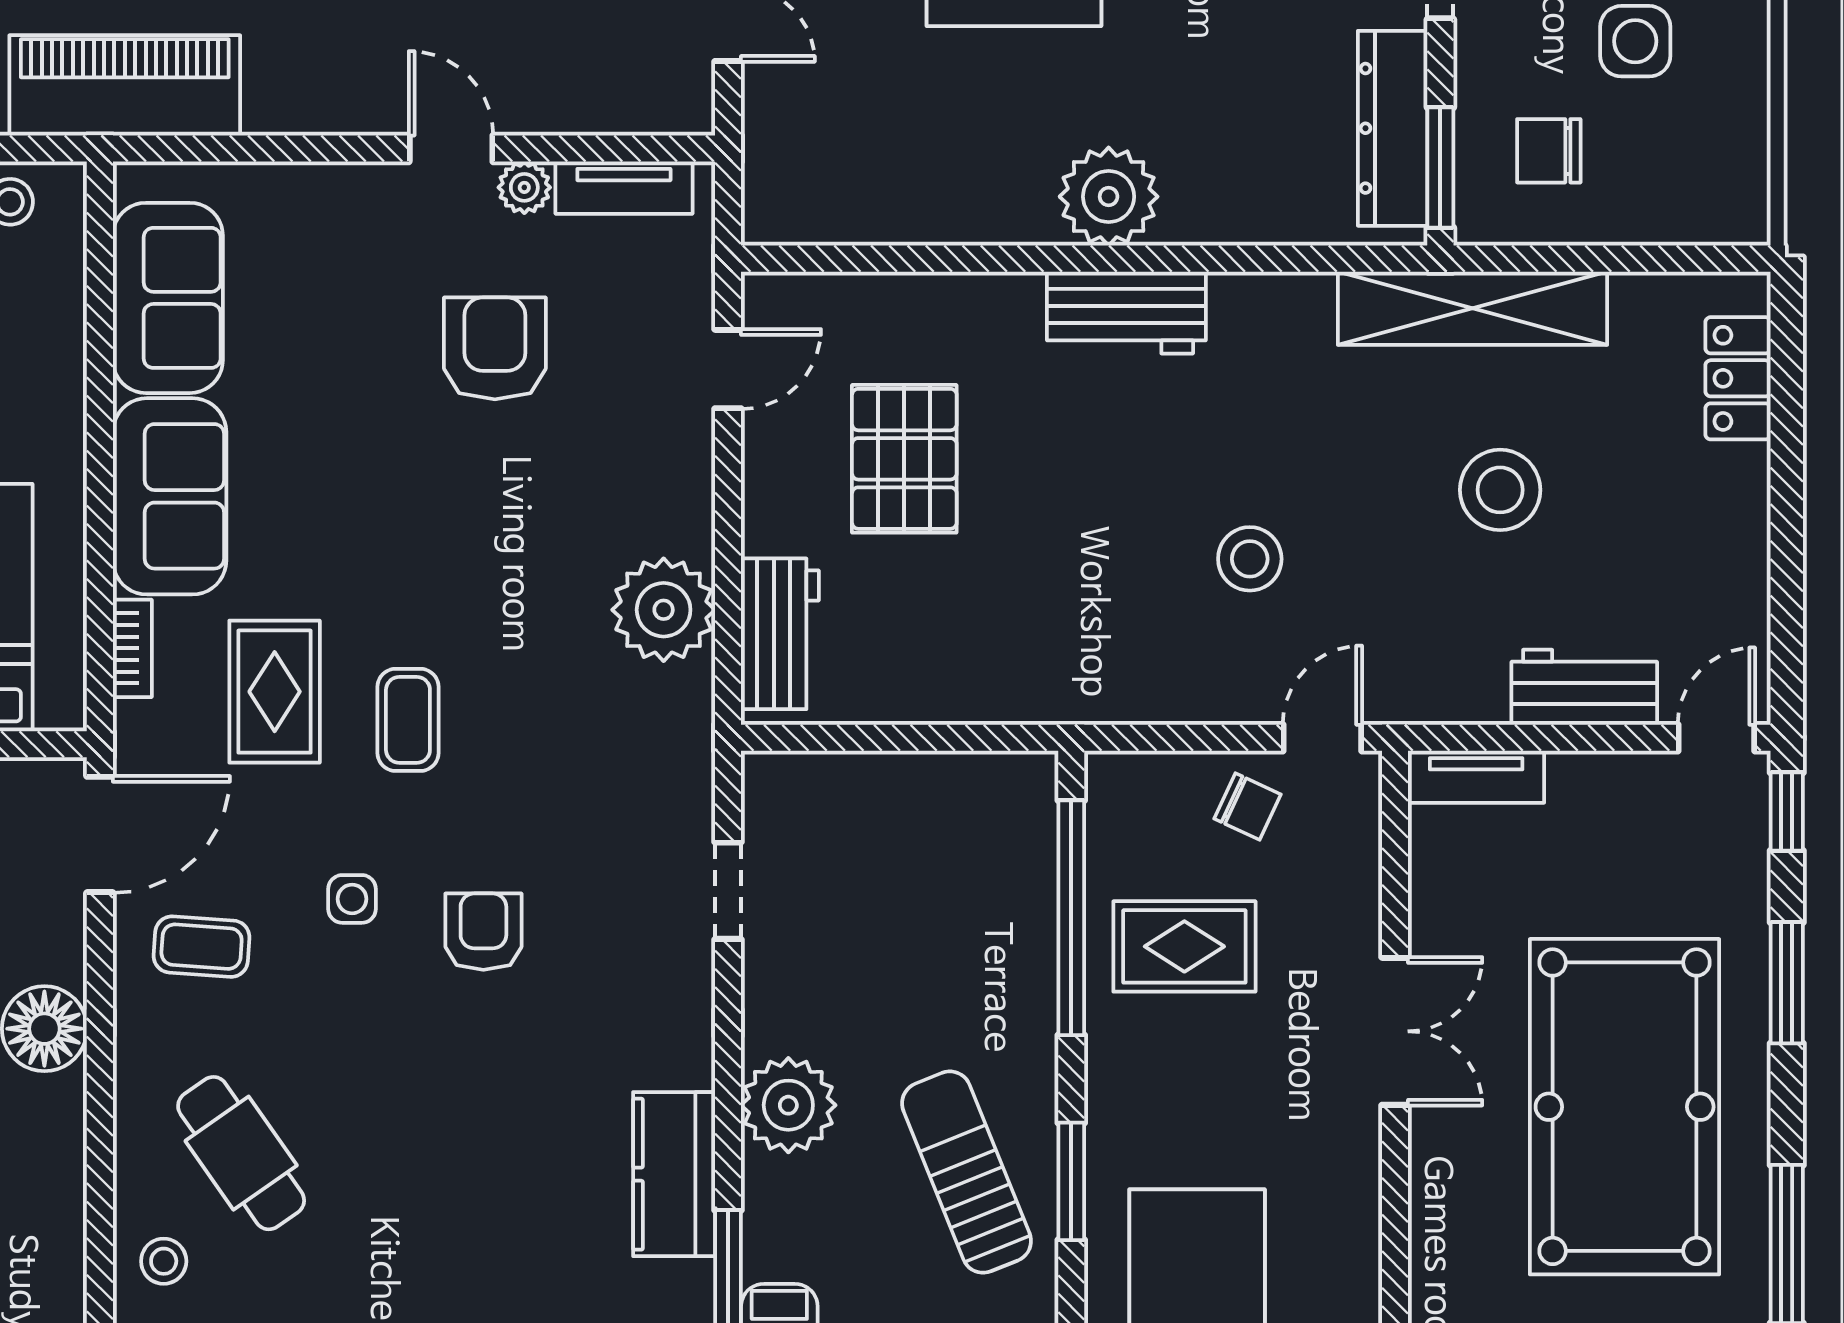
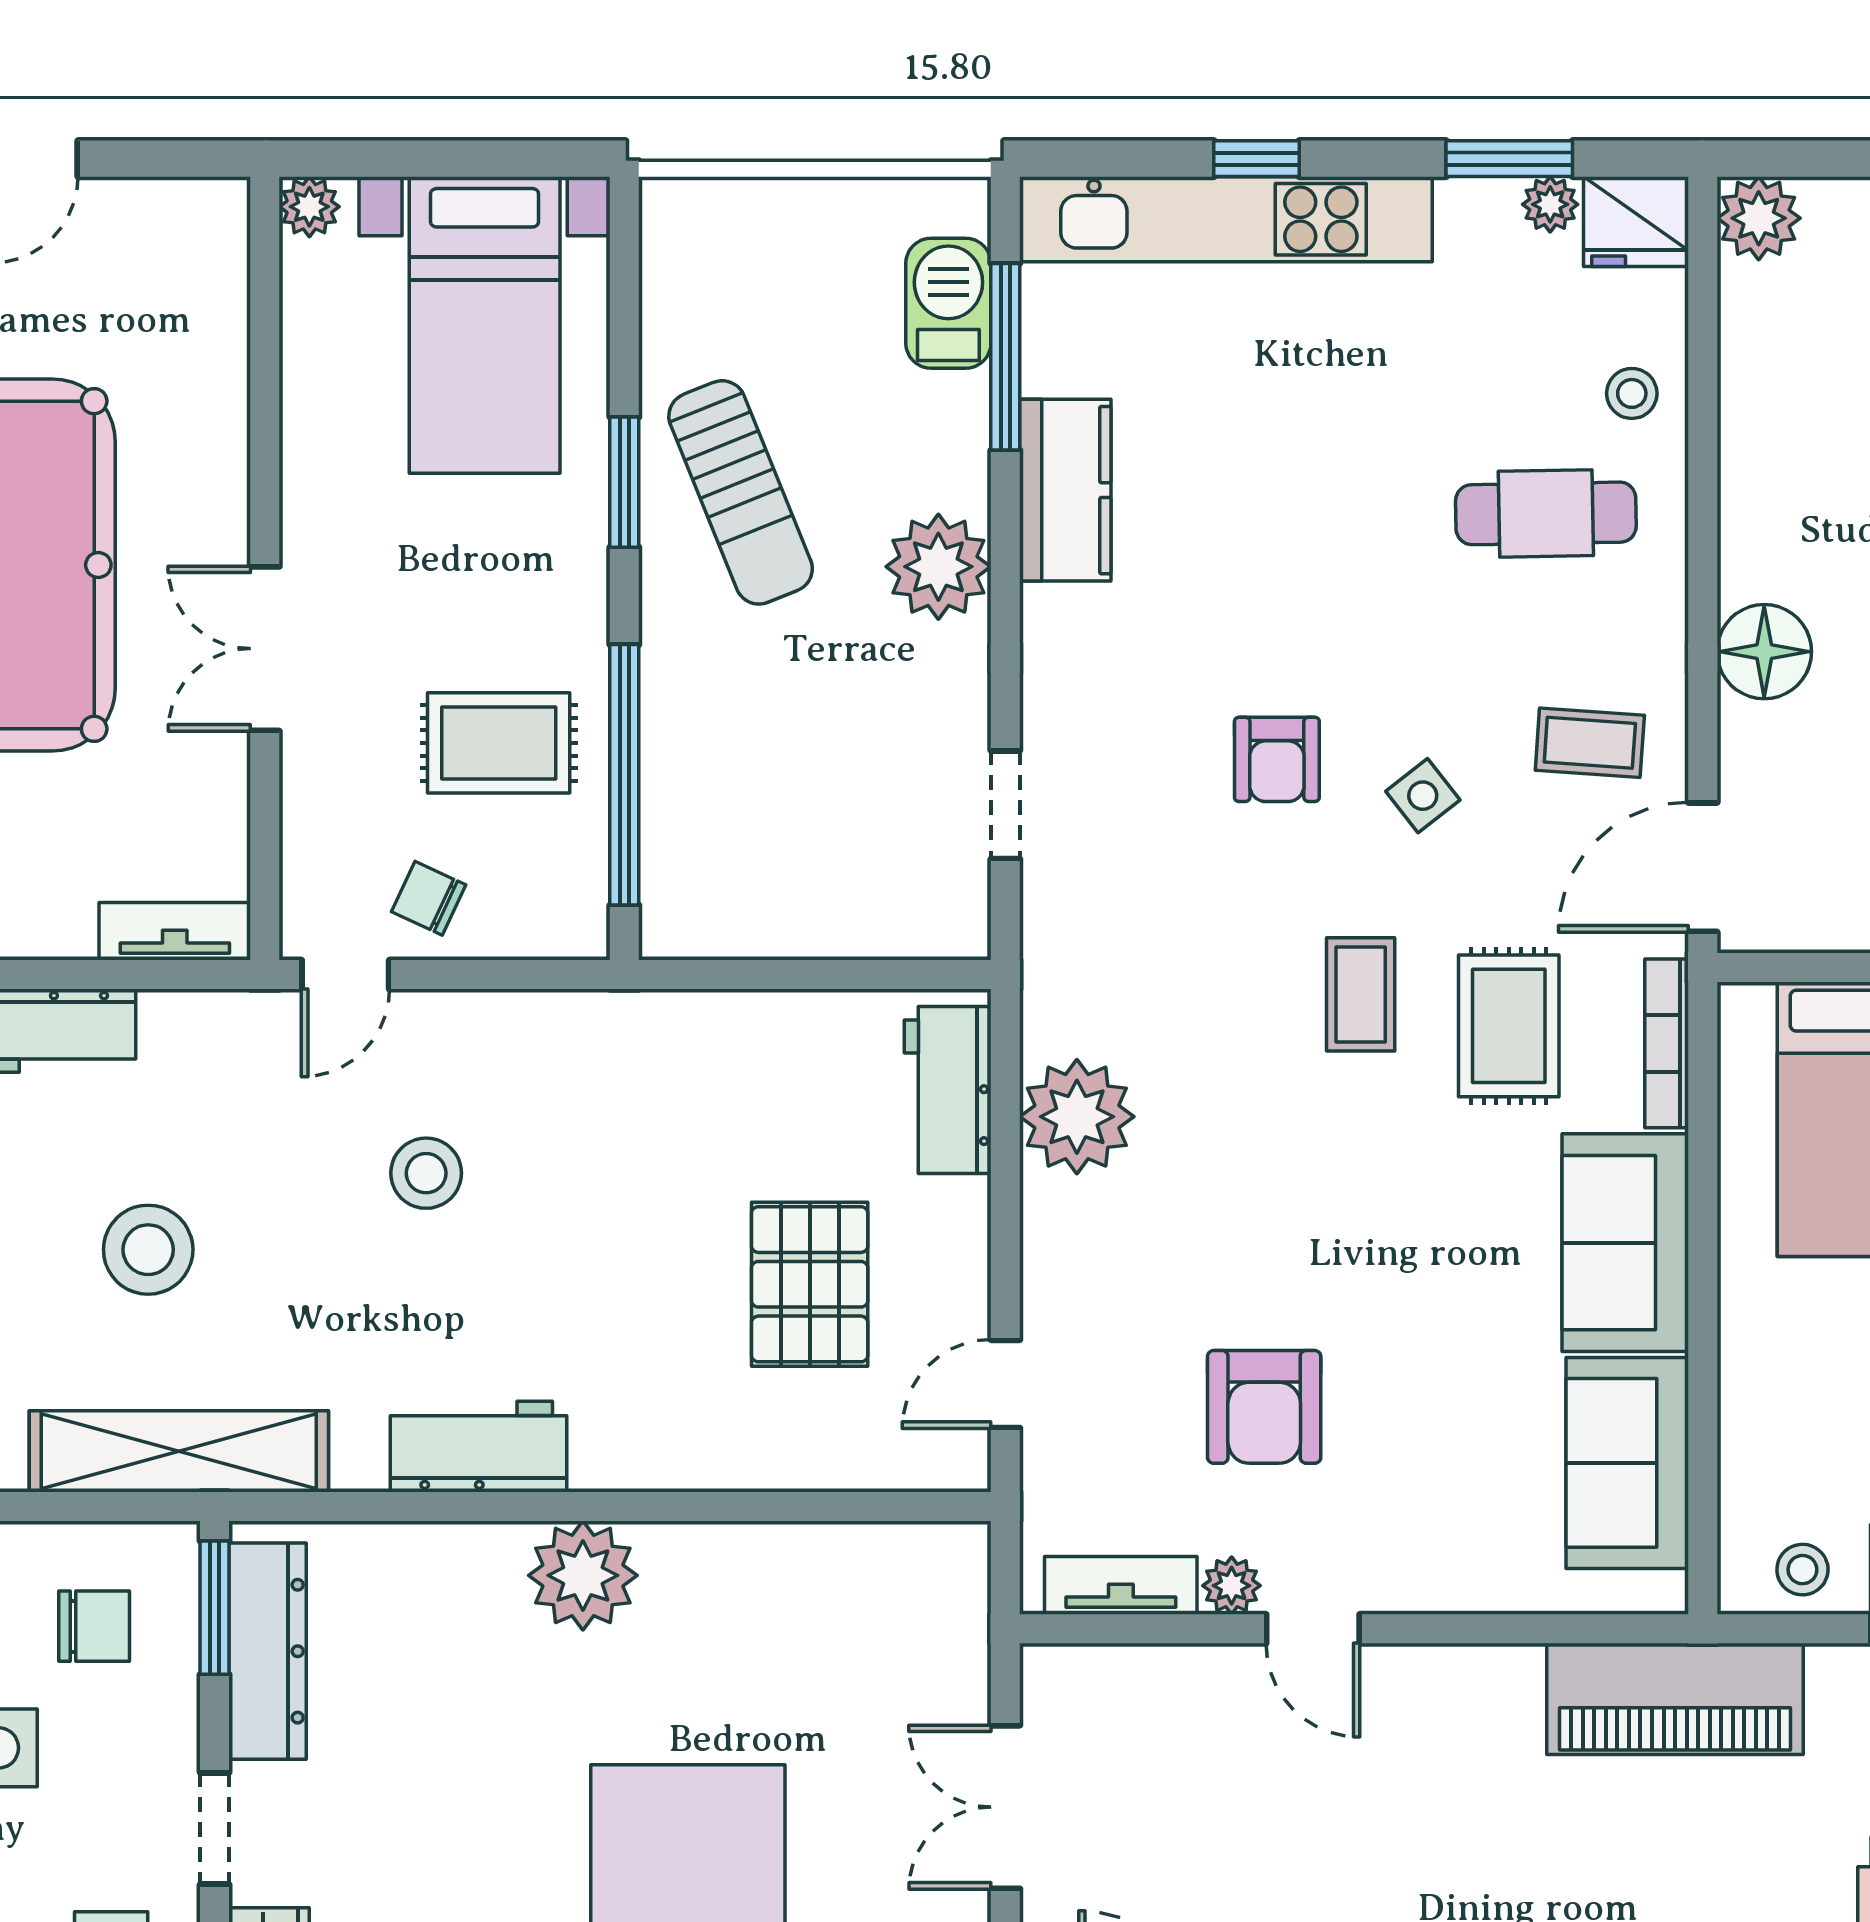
workbench: (1126, 313) -> (478, 1447), moved
bookcase: (132, 648) -> (1667, 1043), width x1.56
side table: (352, 899) -> (1423, 796), turned -38
cafe table: (241, 1153) -> (1546, 513), turned -56

